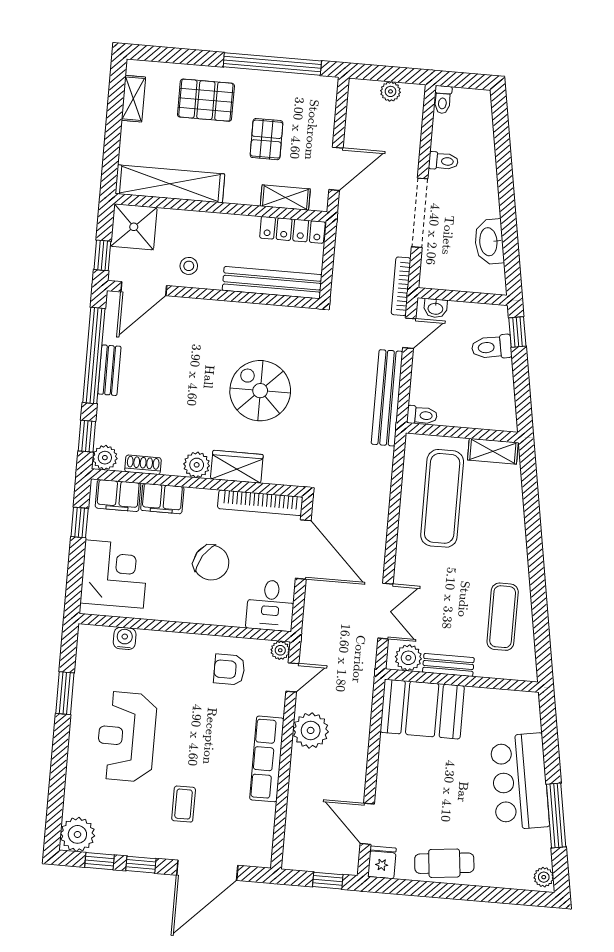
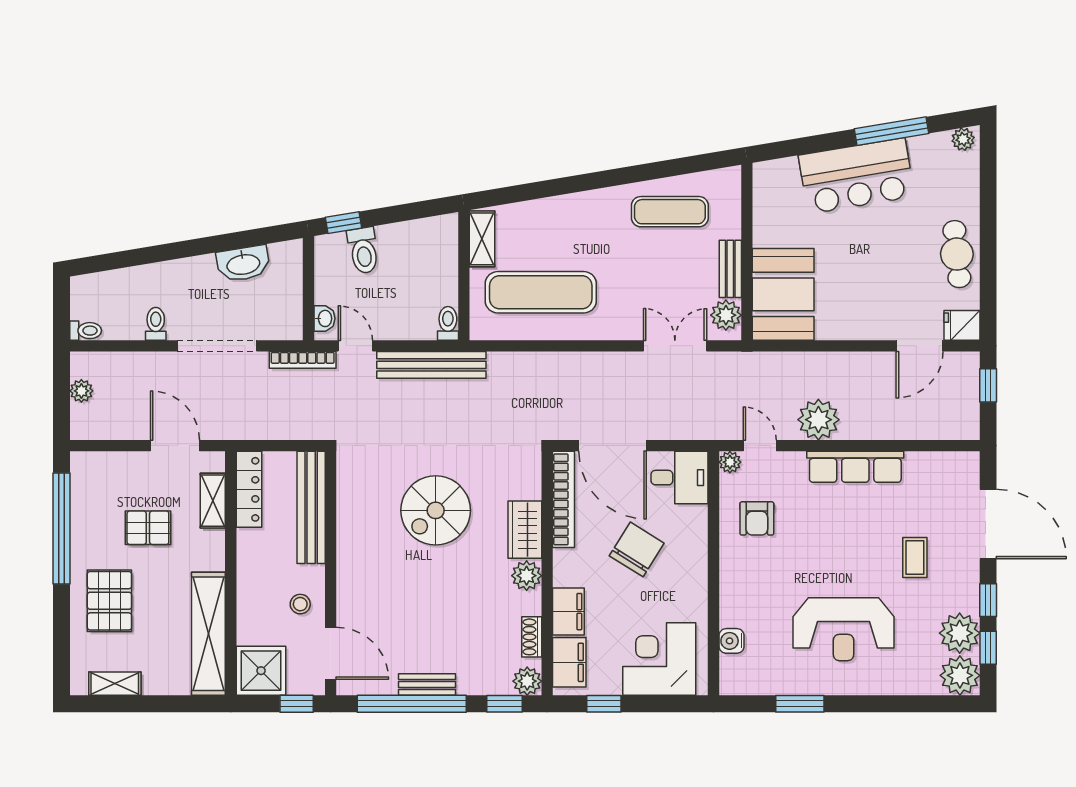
door: (303, 549) -> (613, 446), swing flipped
coffee table: (184, 804) -> (915, 557), turned 90
plant: (114, 837) -> (960, 633), added

